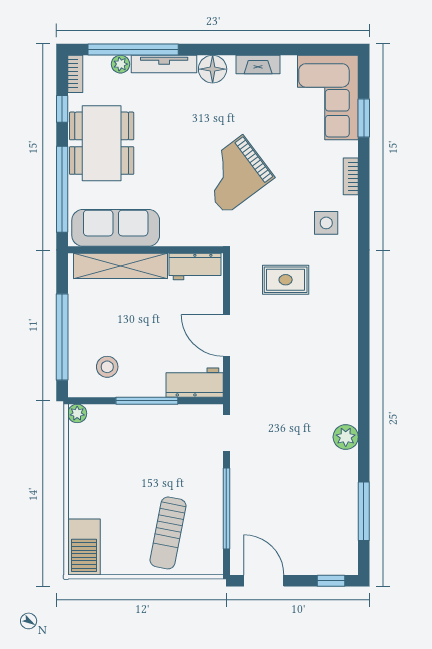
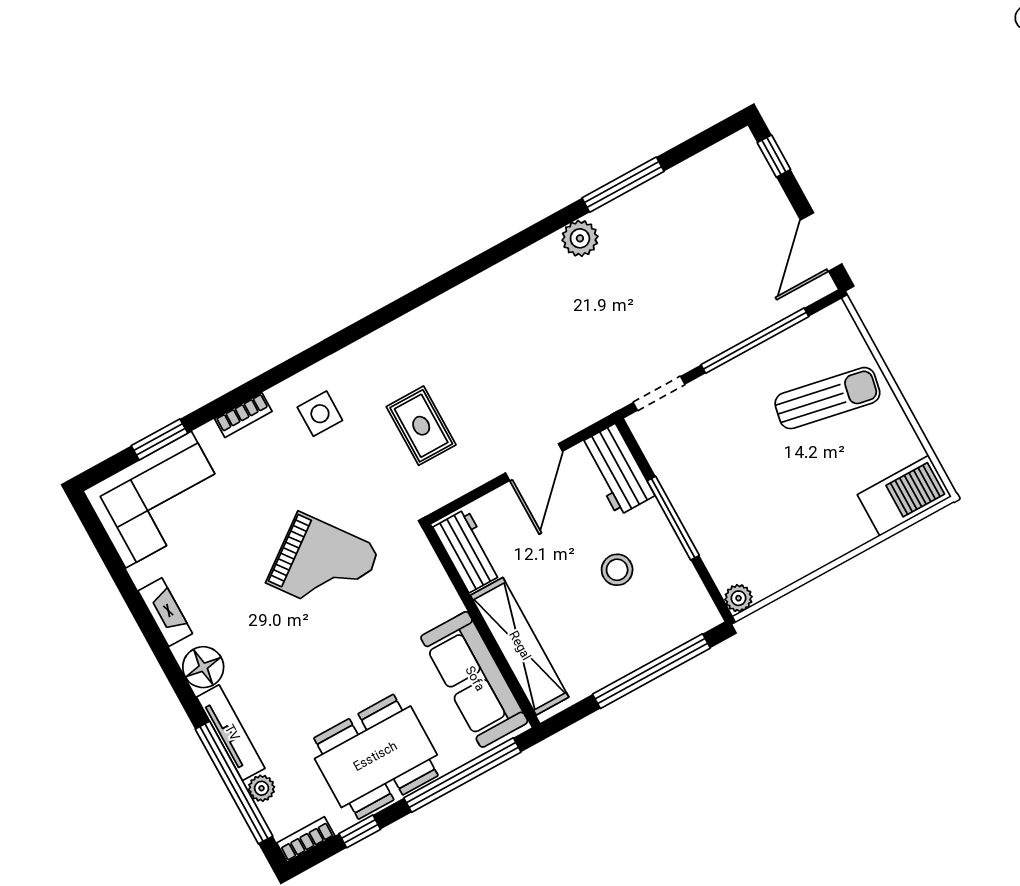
stool: (107, 367) -> (617, 570), moved
window: (364, 511) -> (623, 185), moved

